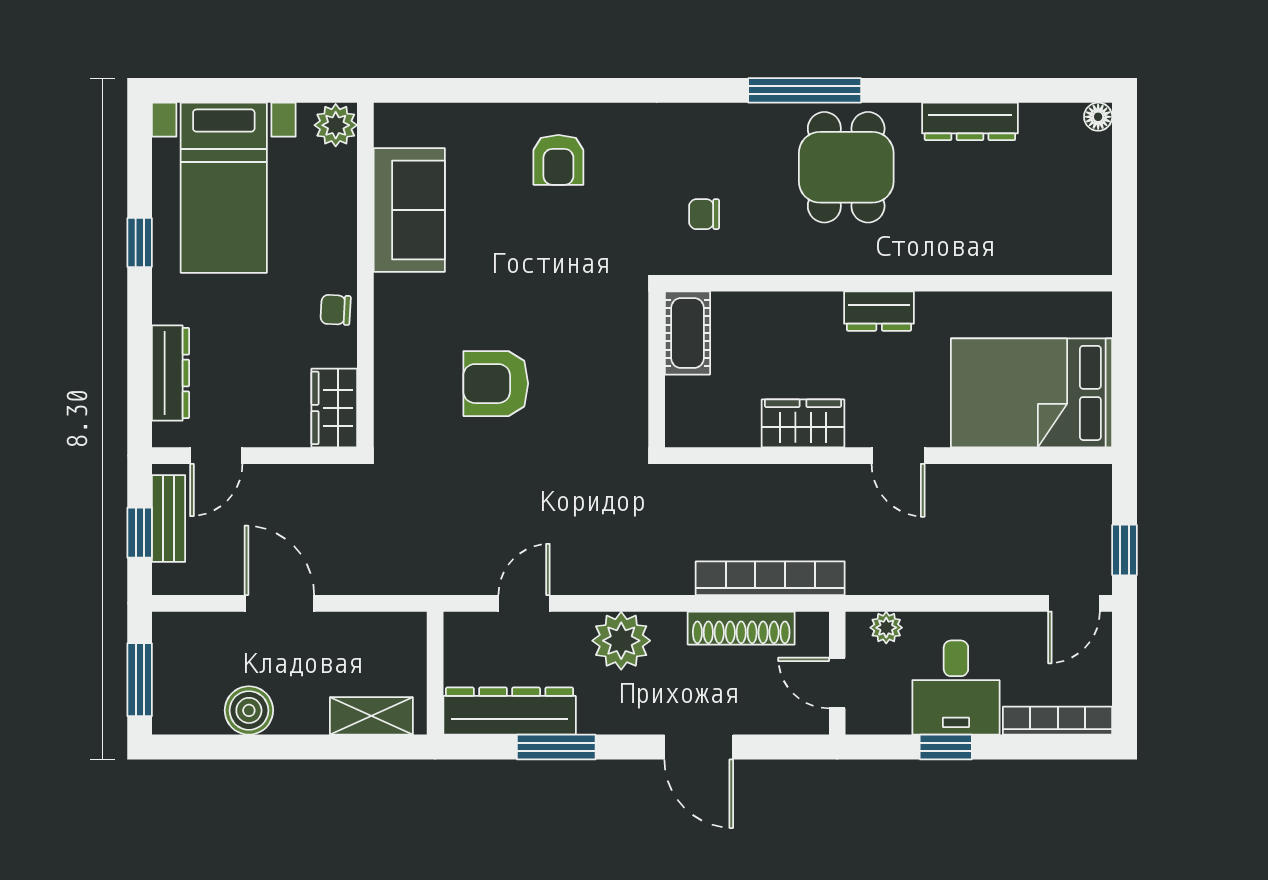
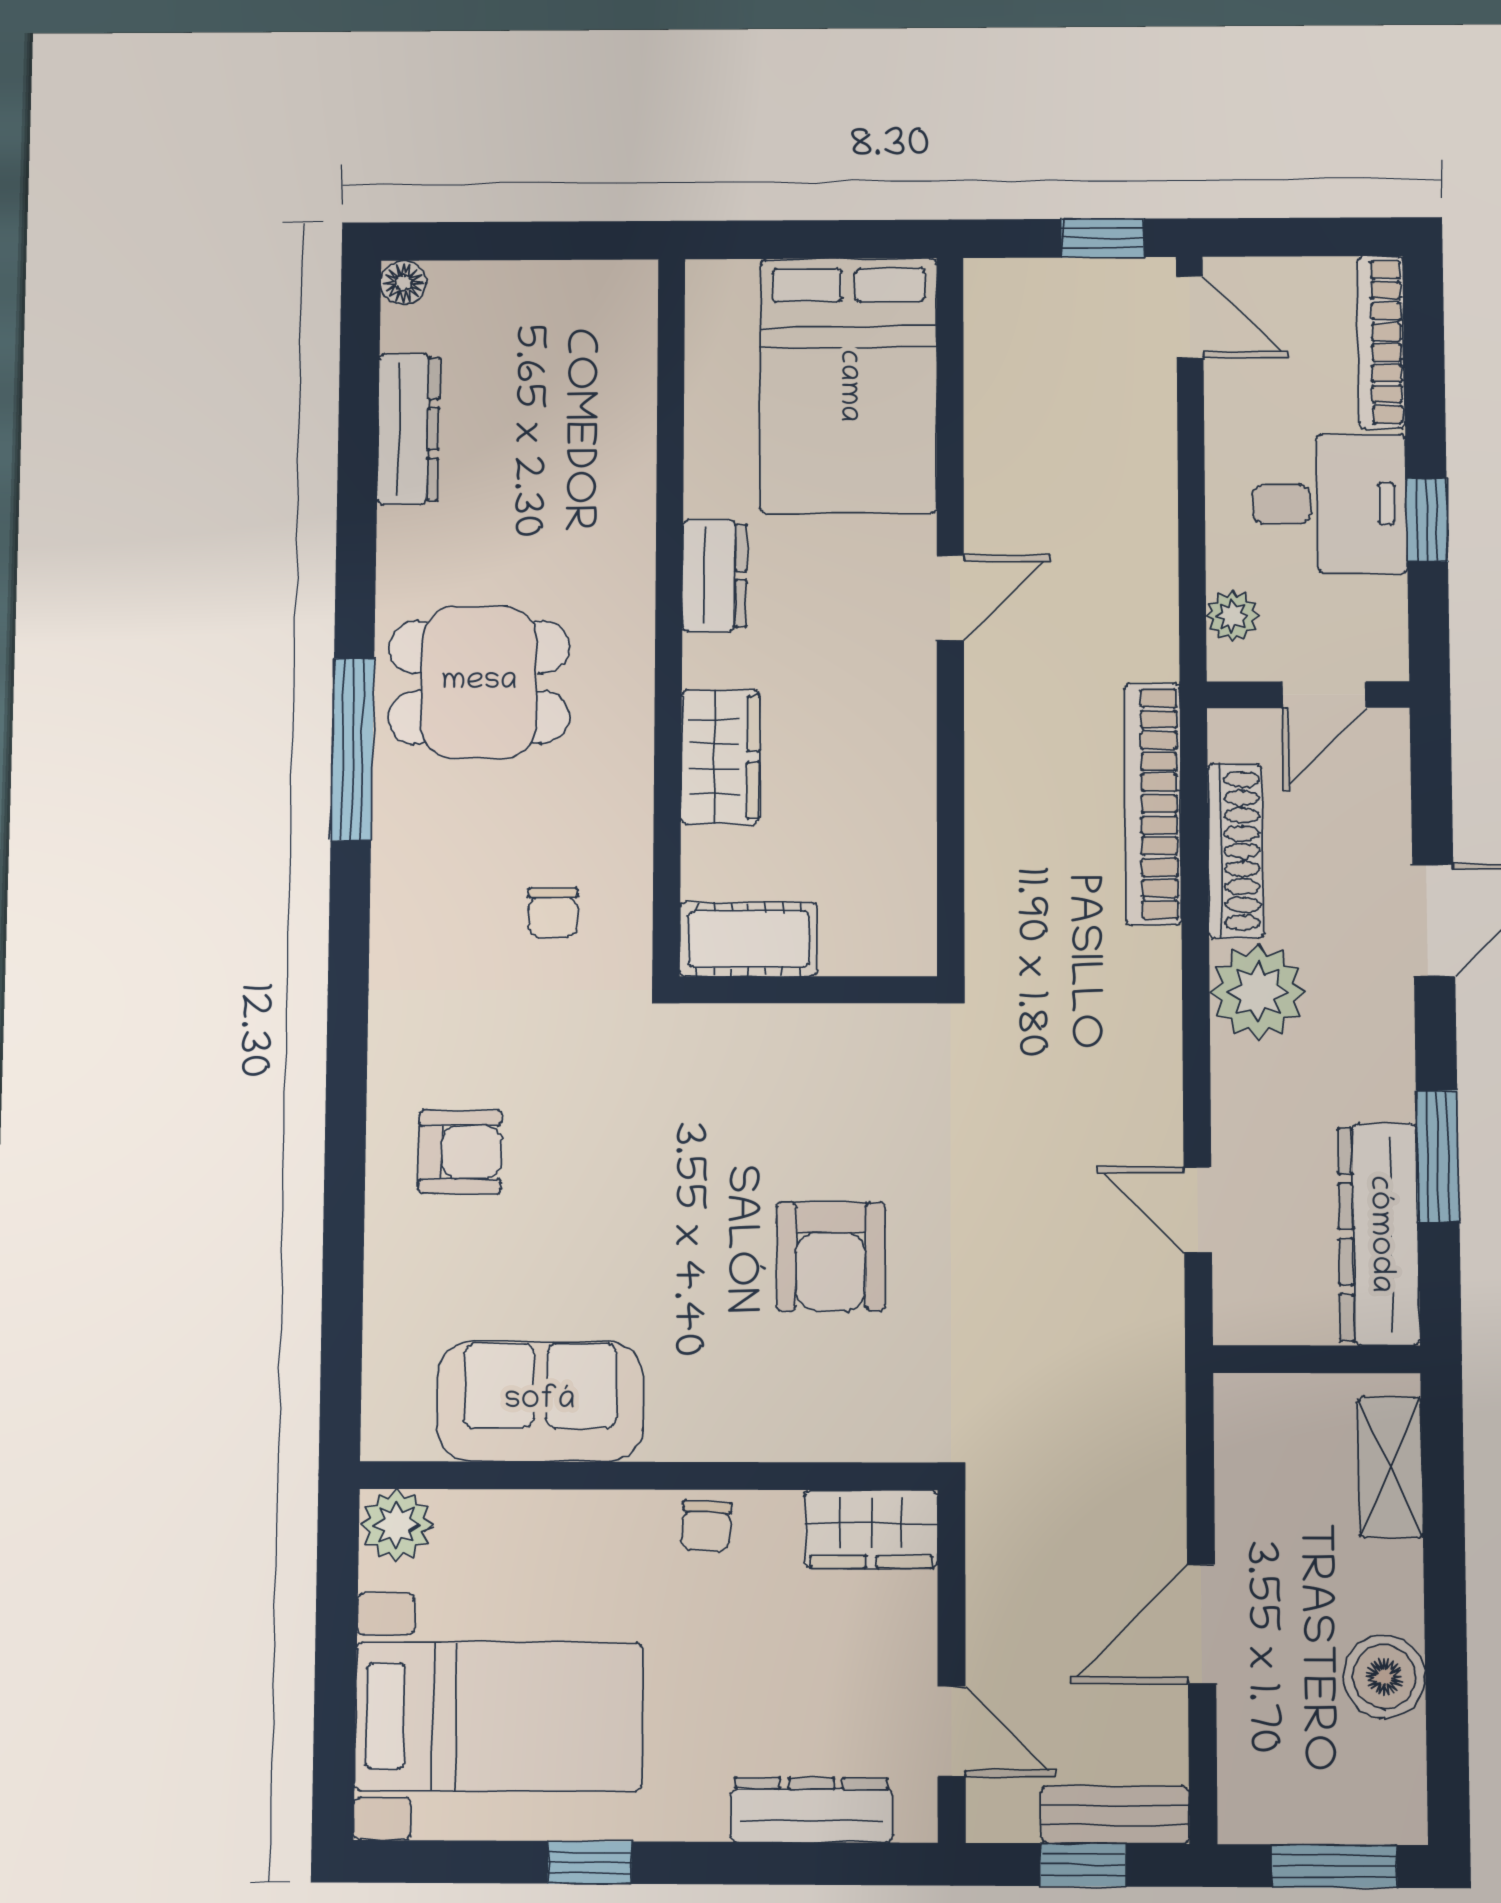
dresser: (970, 121) -> (409, 429), moved
dresser: (879, 311) -> (715, 576), moved
wardrobe: (803, 423) -> (720, 757), moved, turned 180
bench: (169, 519) -> (1115, 1815), moved
plant: (621, 641) -> (1258, 992), moved

